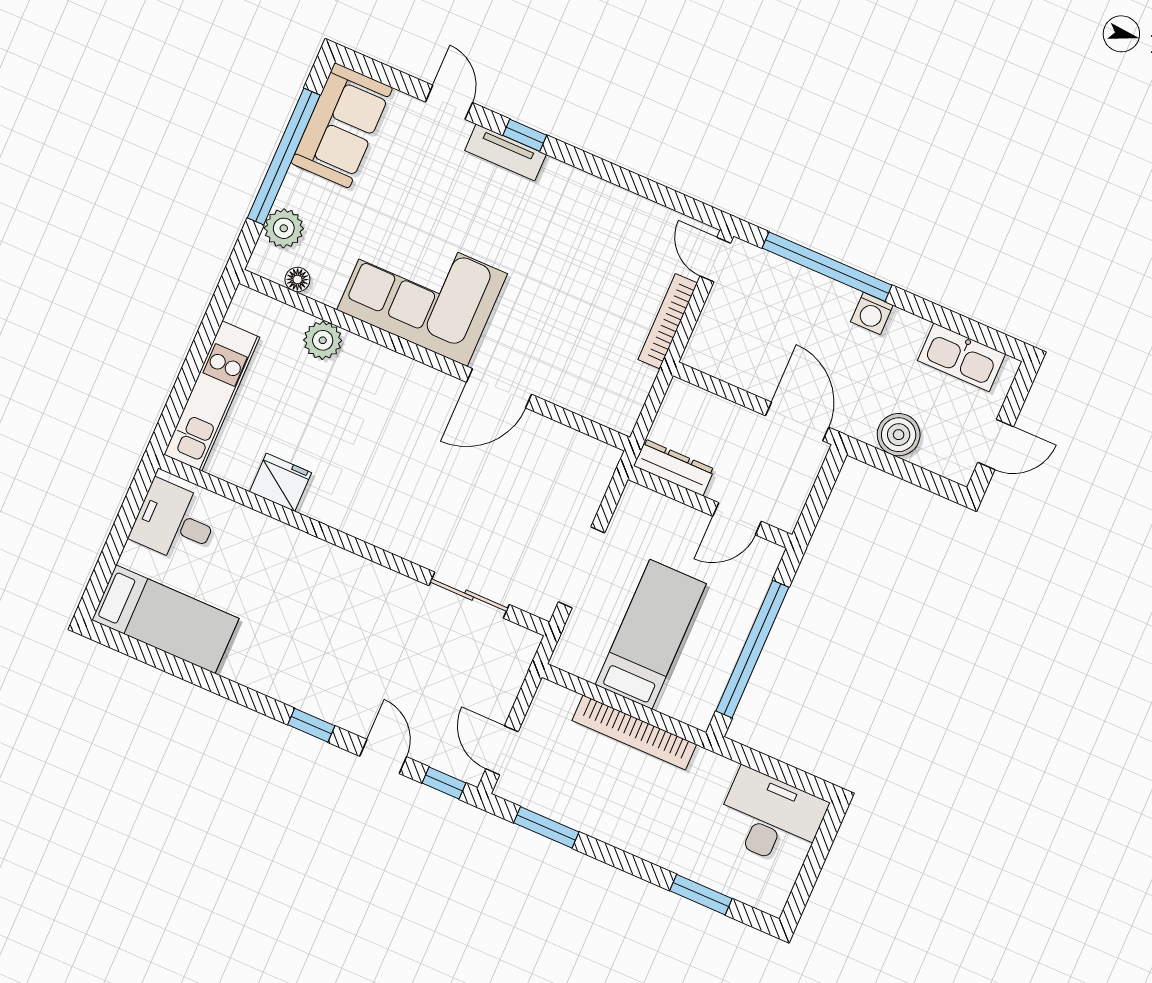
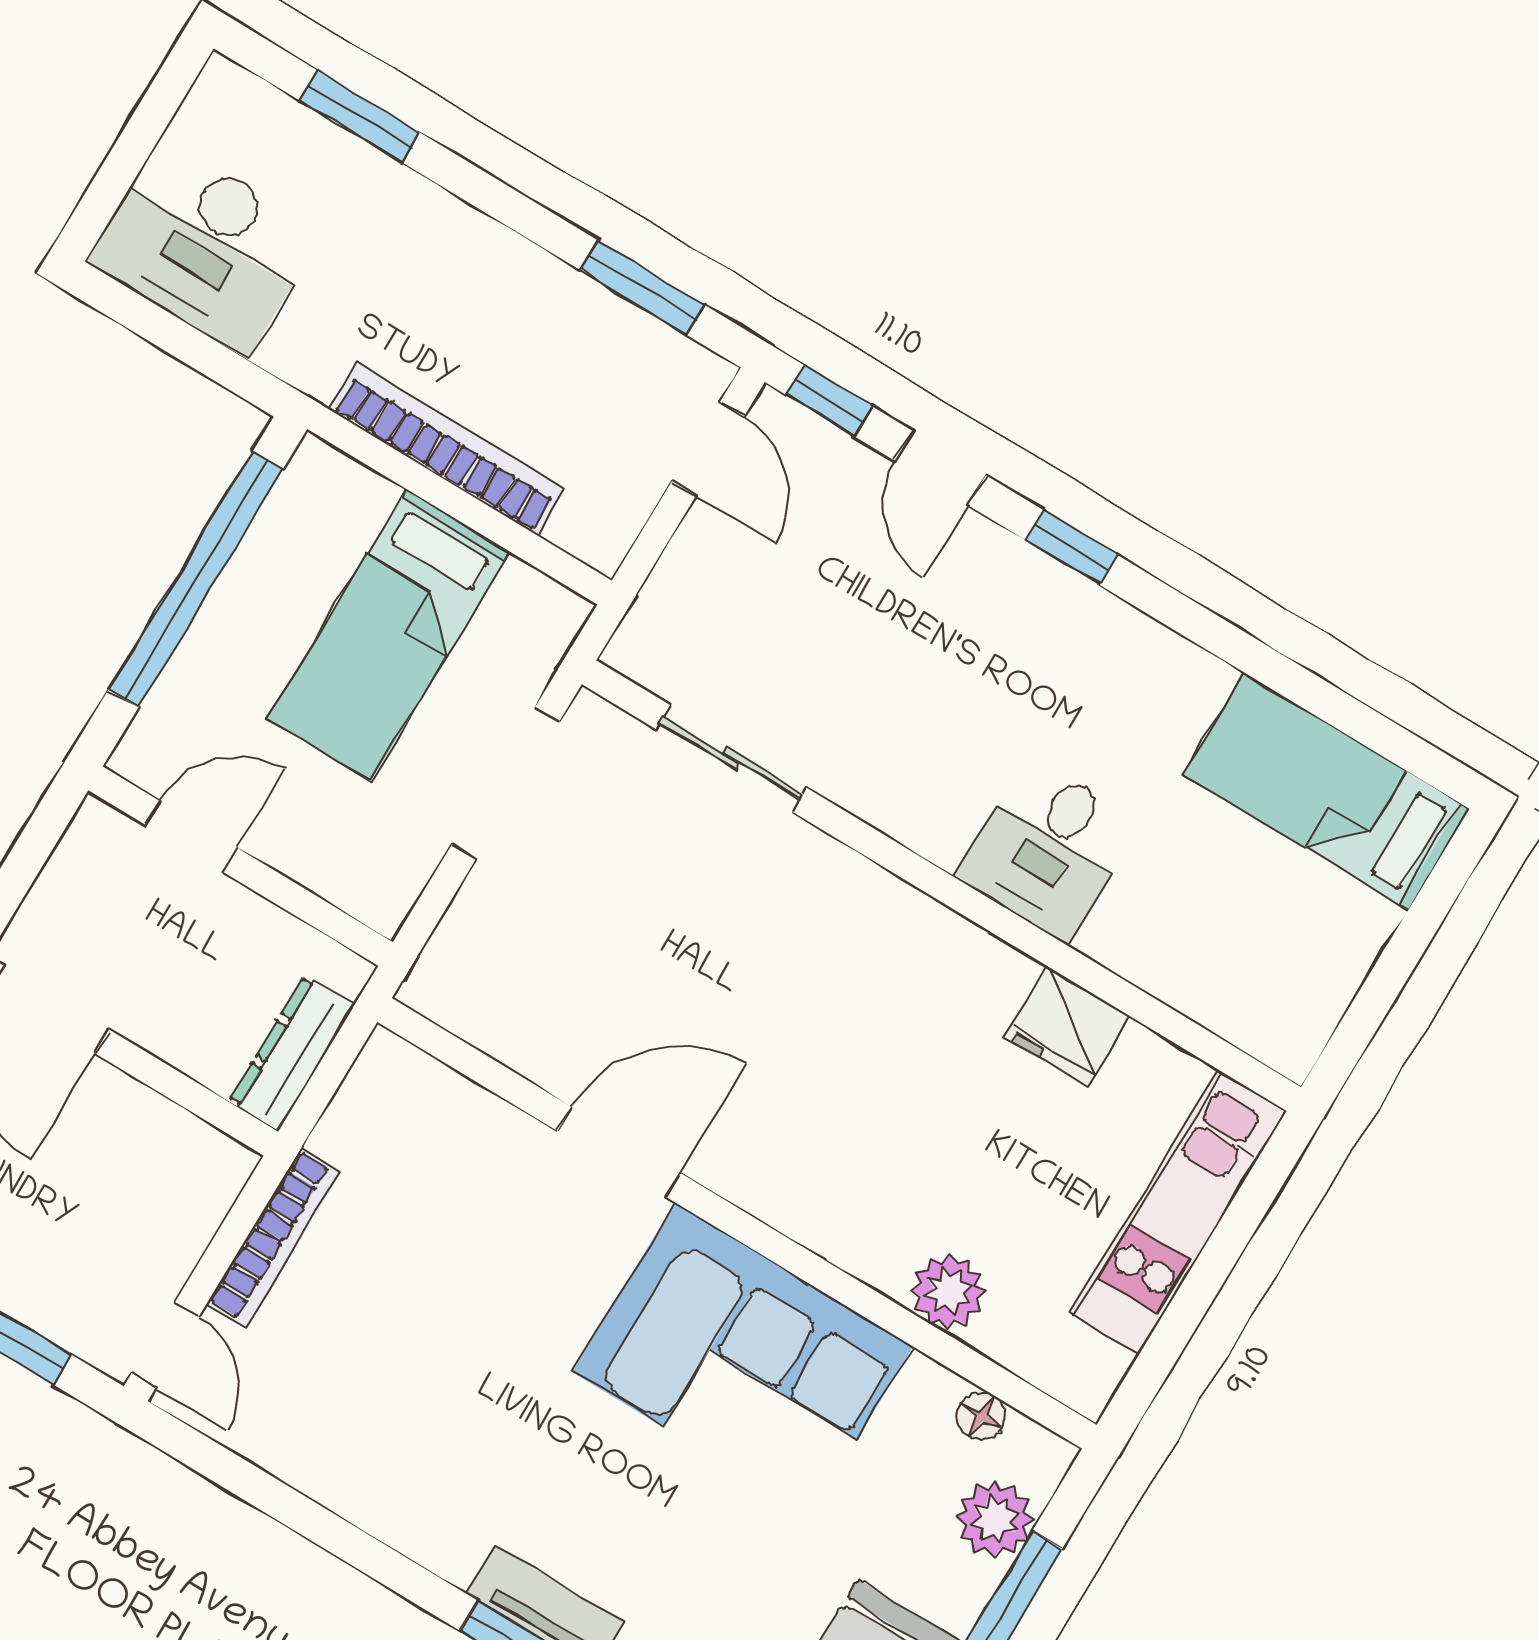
dresser: (674, 468) -> (292, 1053), moved, turned 90
desk: (175, 522) -> (1048, 849), moved, turned 90

